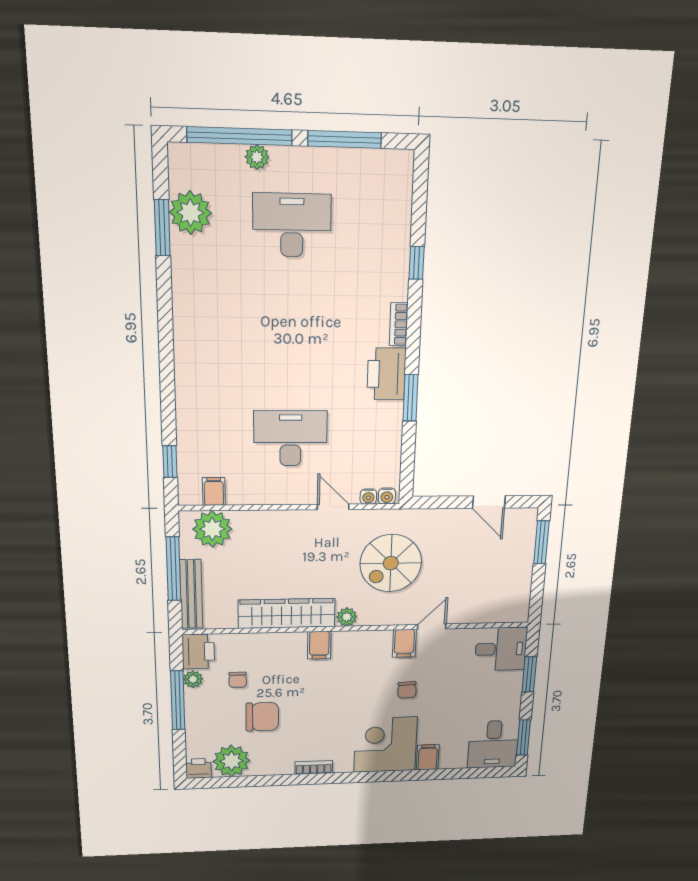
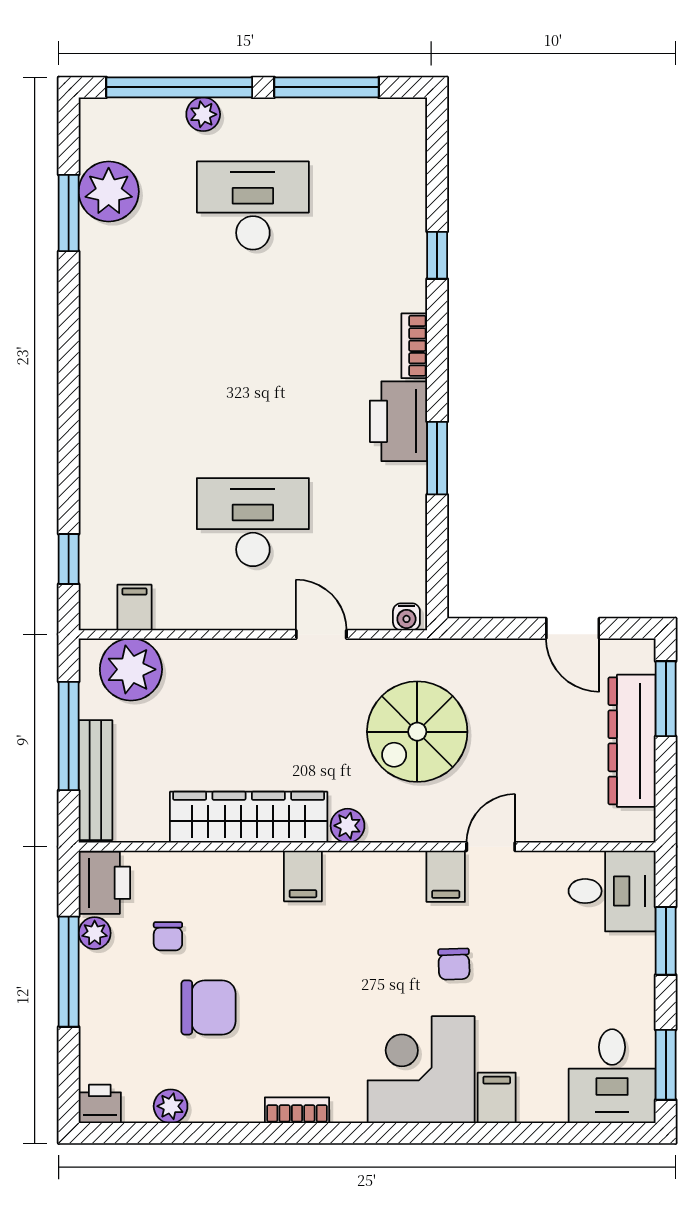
water cooler: (368, 496) -> (377, 617), removed
dresser: (519, 566) -> (632, 741), added
plant: (231, 761) -> (171, 1106), width x0.53, depth x0.53

